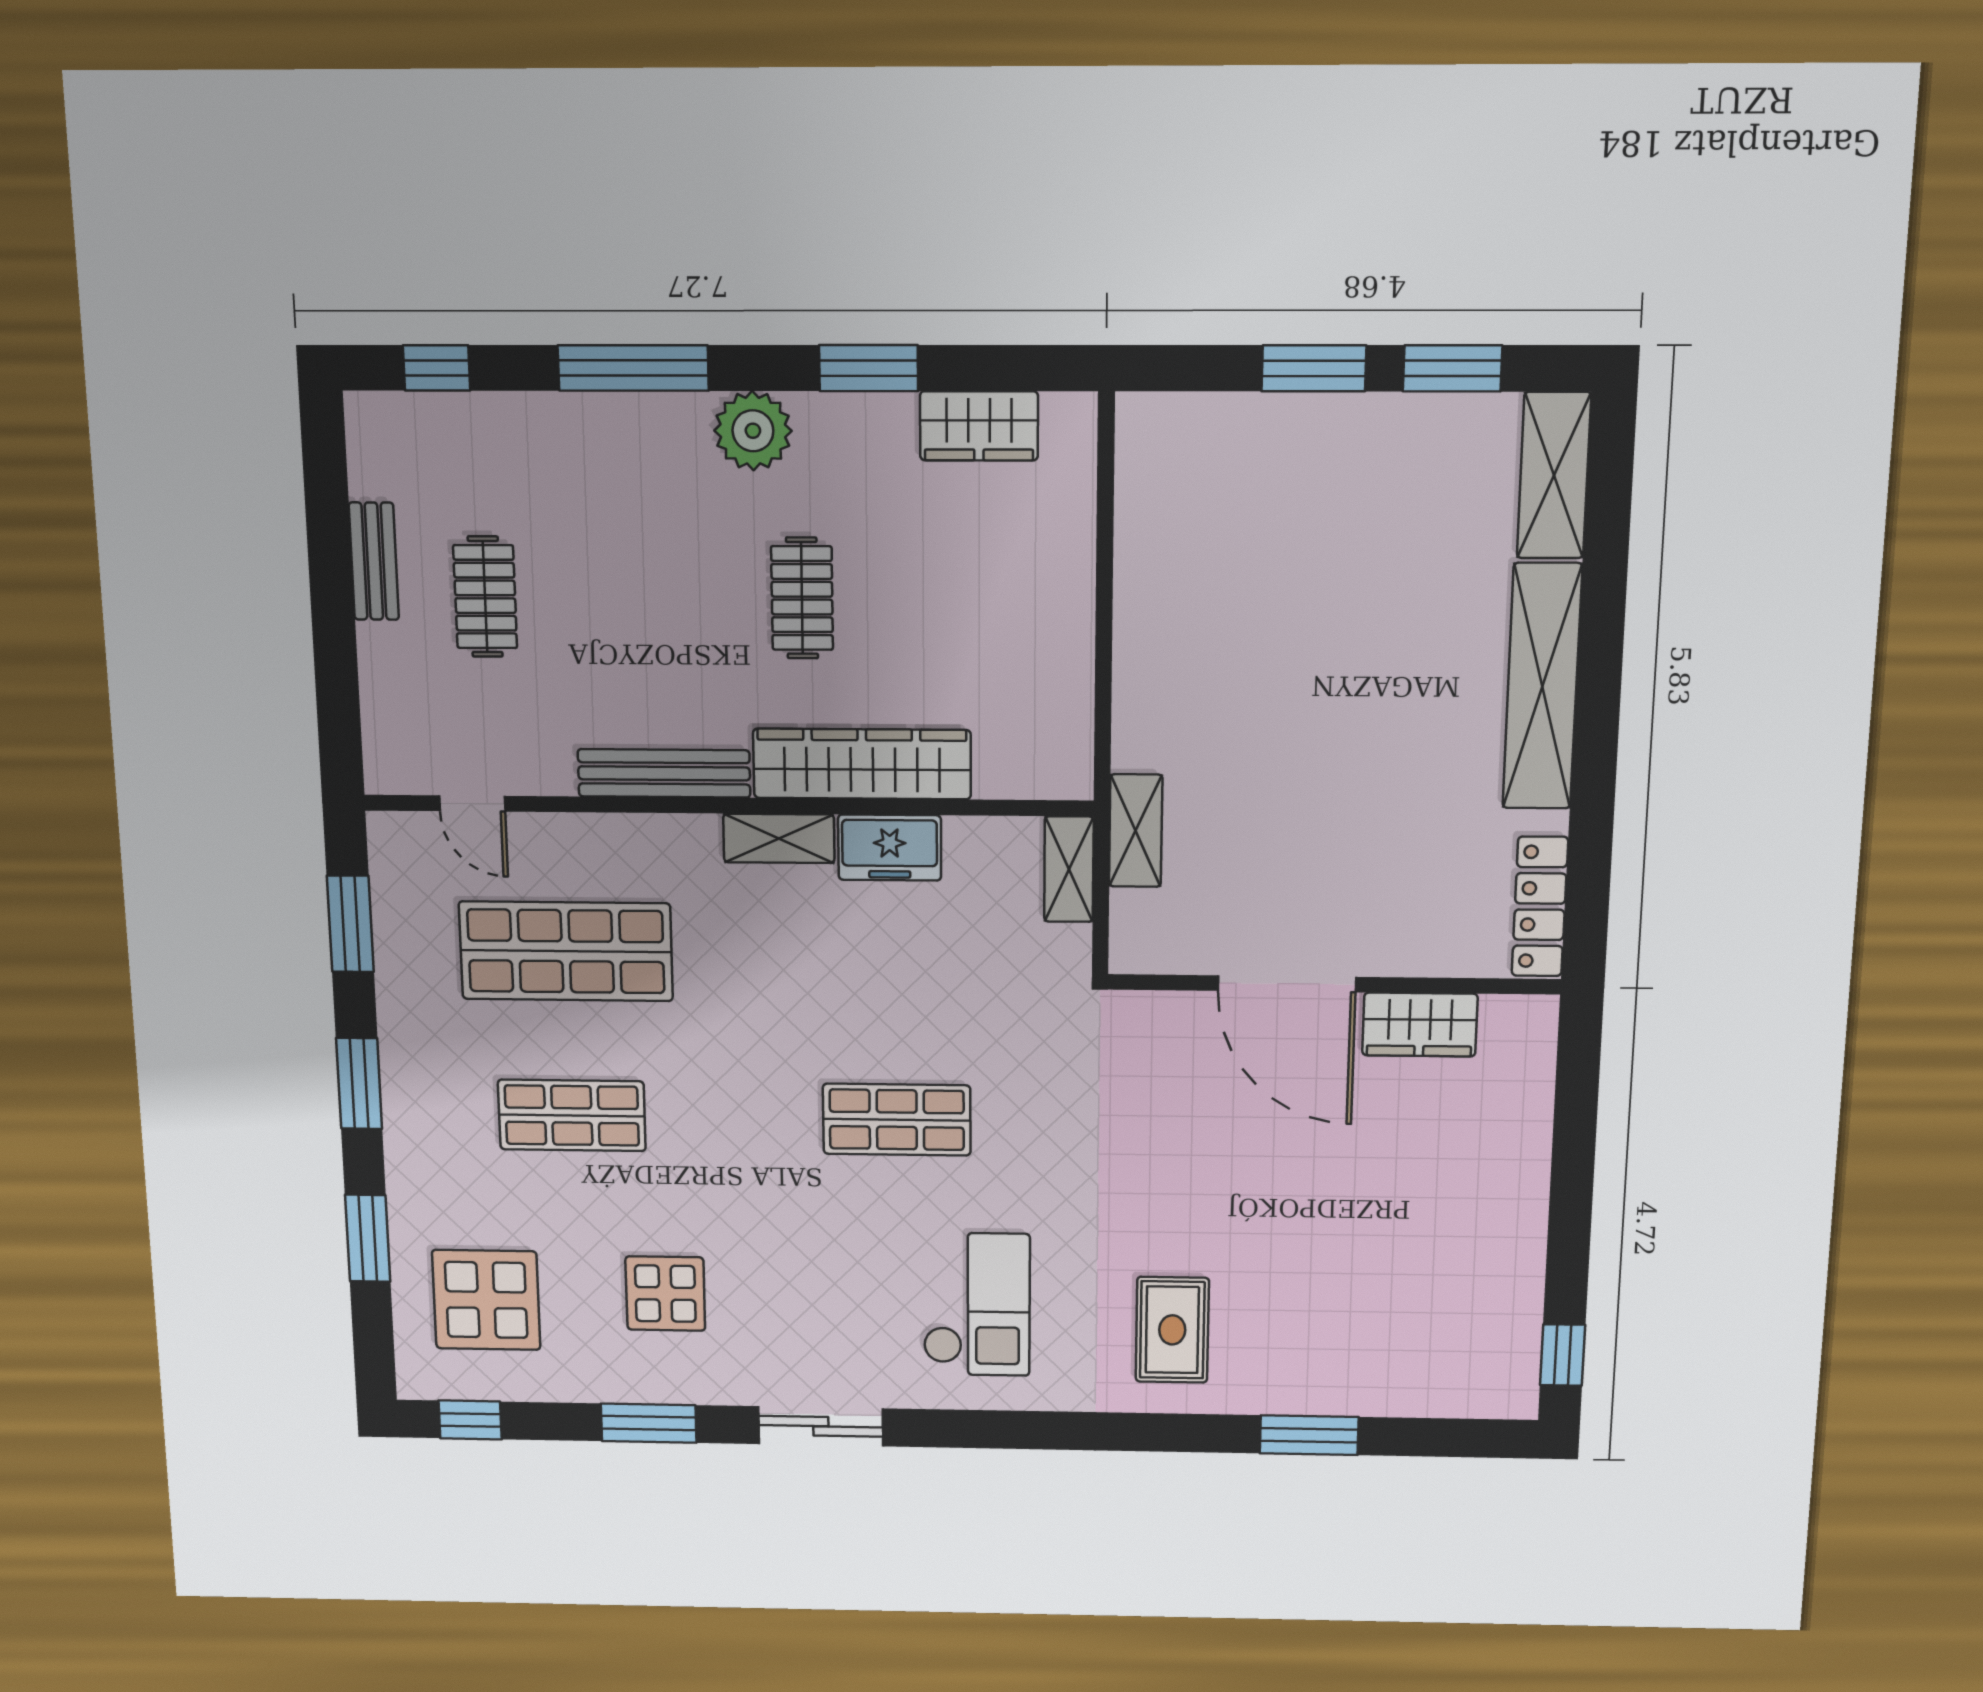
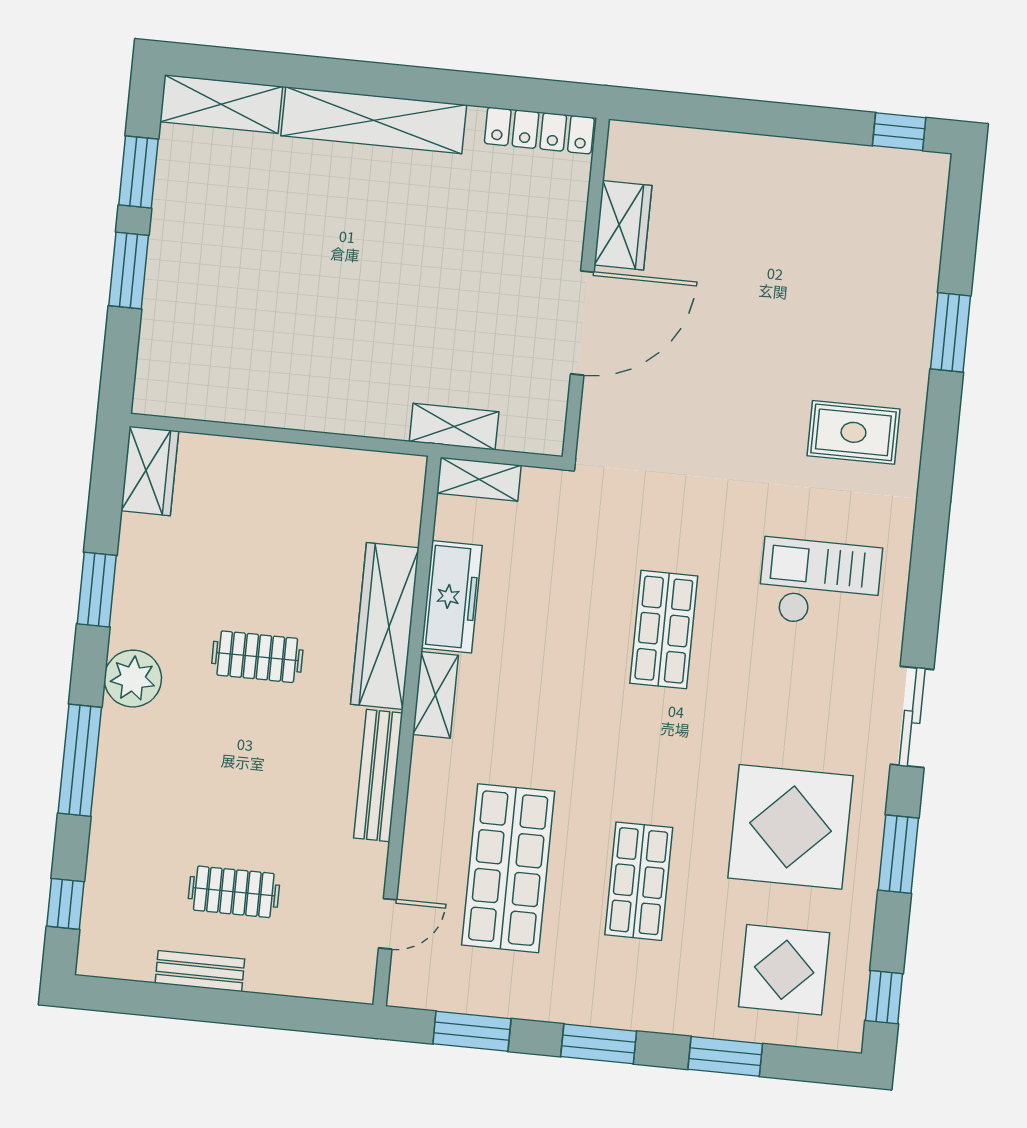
wardrobe: (979, 426) -> (150, 471), moved
freezer: (890, 848) -> (452, 597), width x1.40
display table: (665, 1294) -> (791, 827), width x1.86, depth x1.86

